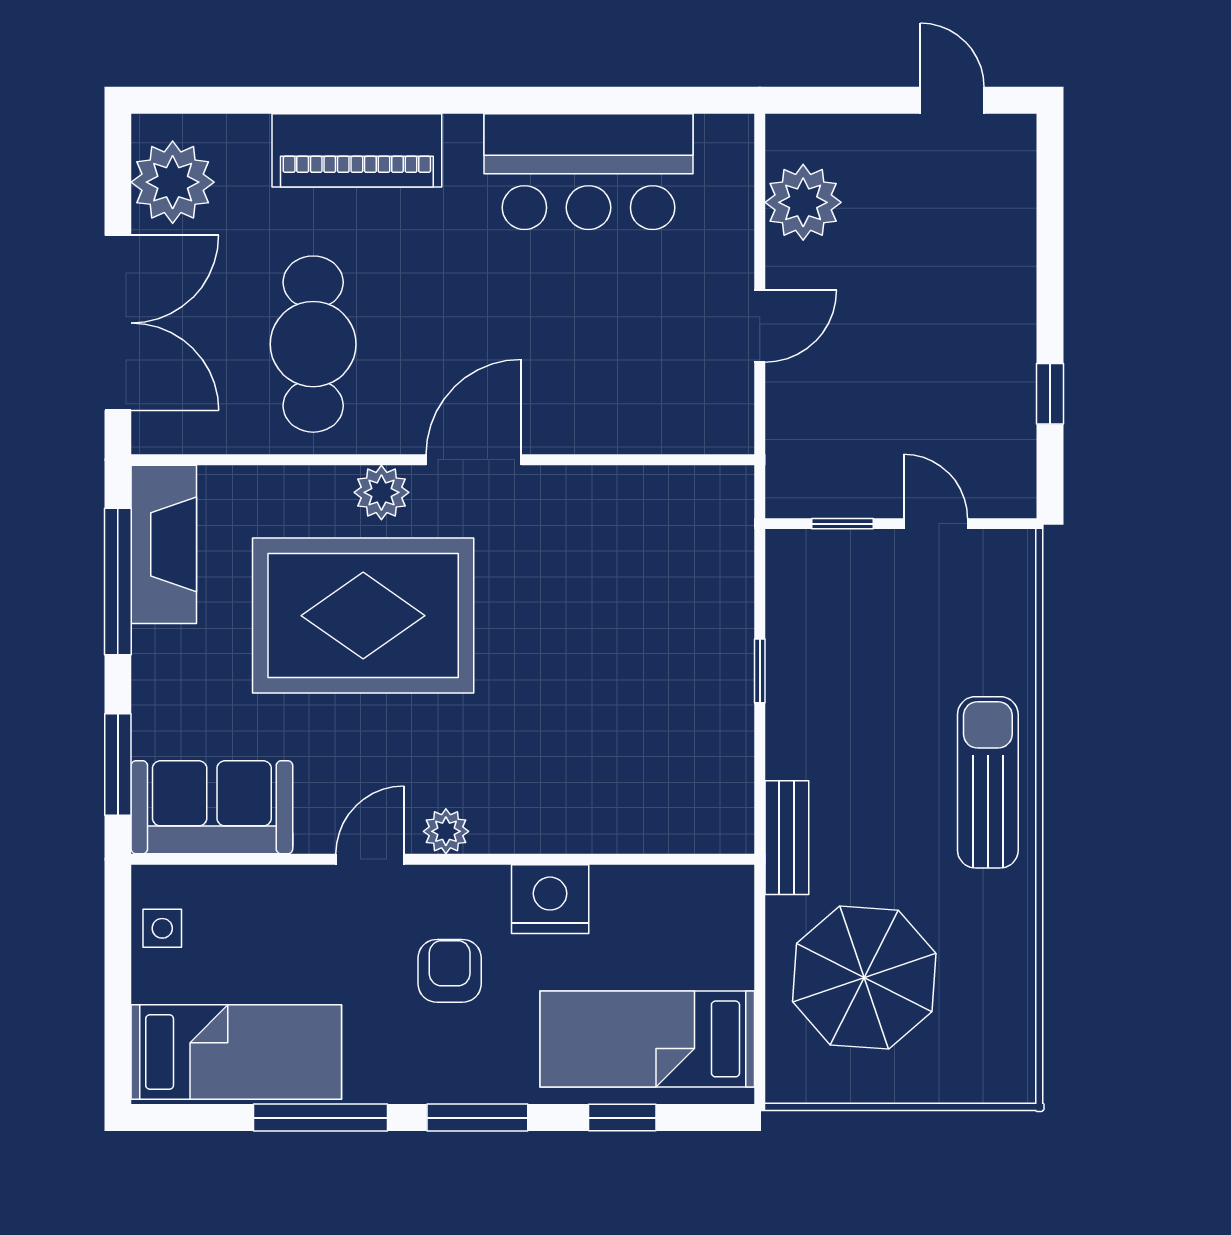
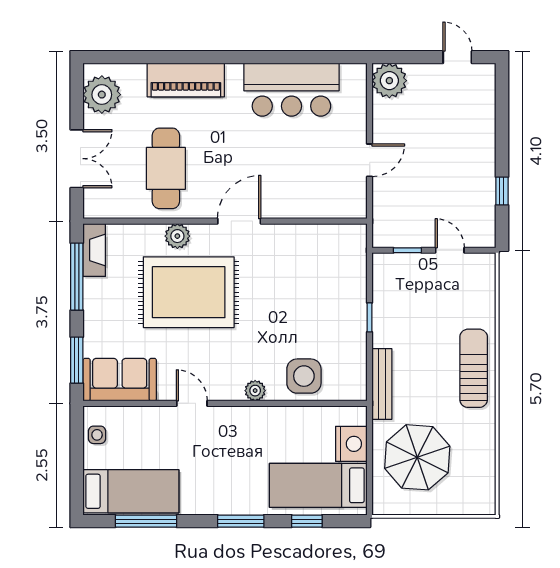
plant: (803, 202) -> (389, 81), moved
double door: (118, 323) -> (77, 159), width x0.73
plant: (381, 492) -> (177, 236), moved
fireplace: (164, 544) -> (94, 250), width x0.73, depth x0.76
side table: (616, 799) -> (304, 376), added
plant: (446, 831) -> (255, 391), moved
bench: (787, 838) -> (382, 384), width x1.36
door: (370, 859) -> (192, 403), hinge flipped
nightstand: (550, 899) -> (351, 444), moved, turned 90
armchair: (450, 971) -> (228, 454), removed
window: (320, 1118) -> (146, 521), moved

